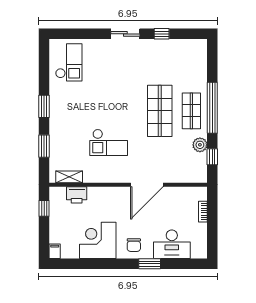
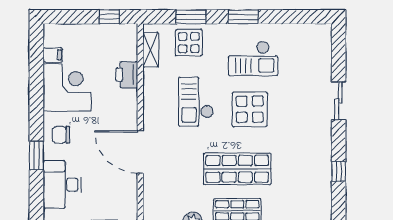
sliding door: (125, 34) -> (339, 101), moved
checkout: (69, 62) -> (253, 58), moved
display table: (114, 101) -> (250, 109), added
display table: (64, 148) -> (189, 43), added
printer: (77, 195) -> (127, 75), moved
filing cabinet: (55, 251) -> (53, 55), moved

